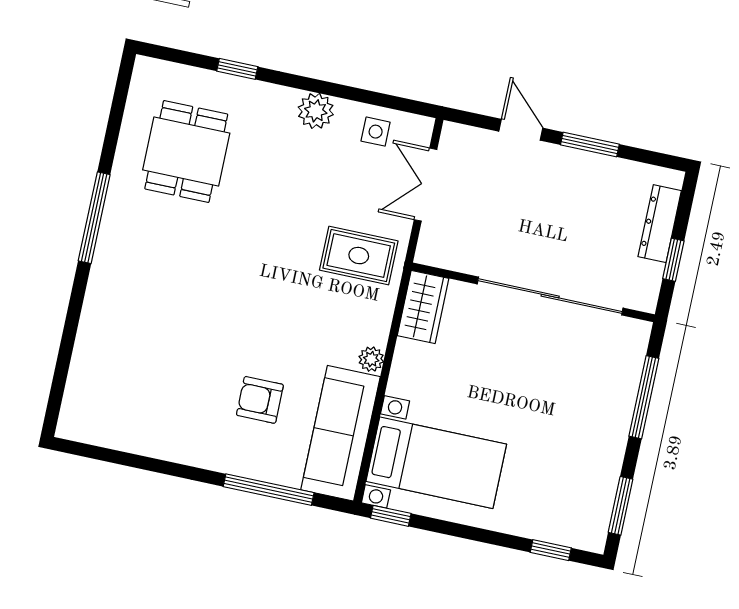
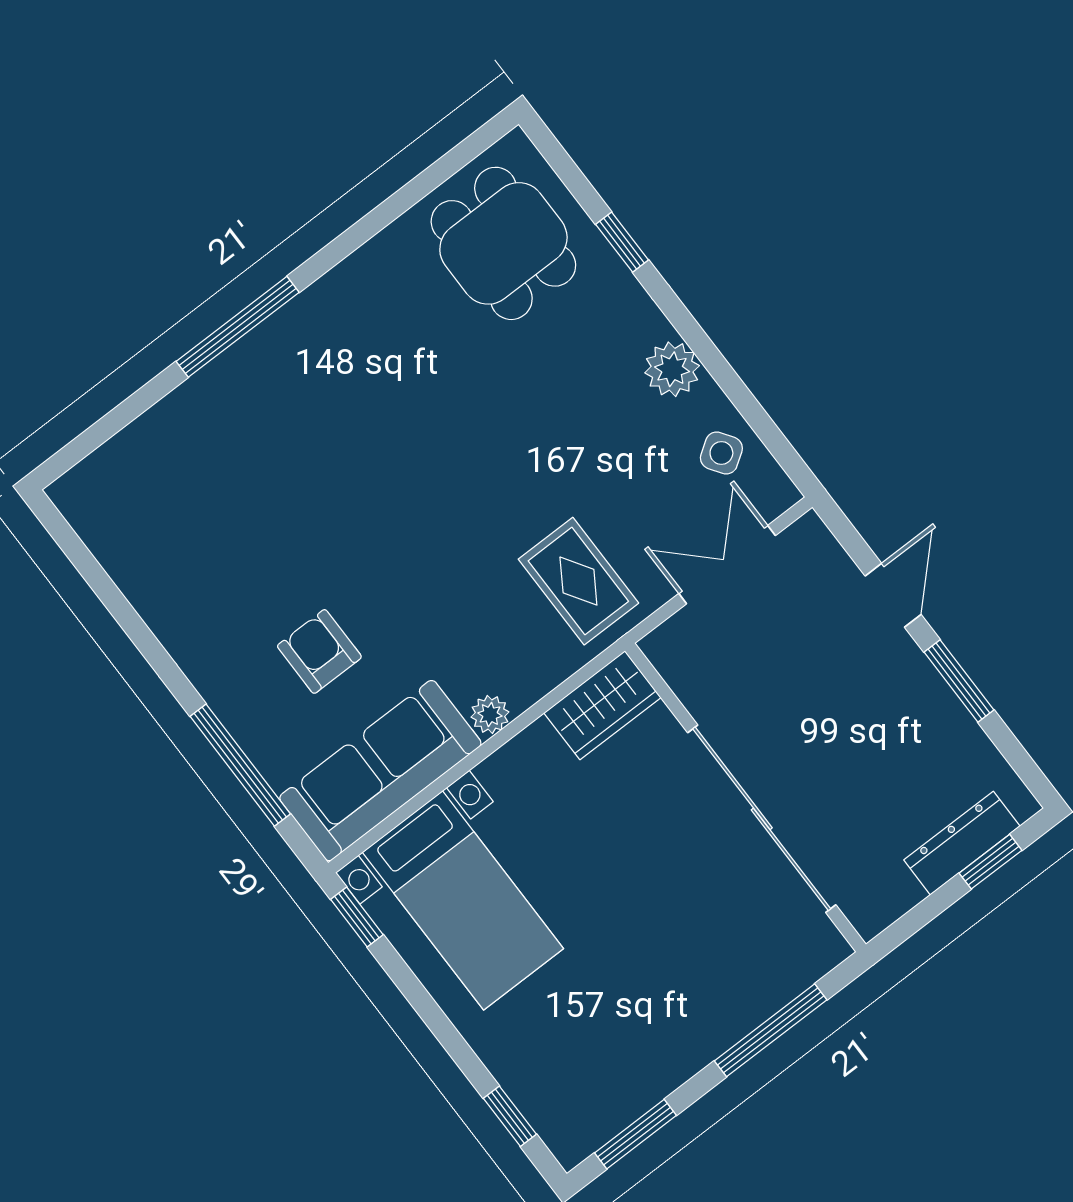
side table: (376, 132) -> (721, 453), turned -34
dining table: (186, 151) -> (503, 243), moved, turned 90
window: (94, 218) -> (238, 327), moved
window: (673, 260) -> (991, 862), moved

